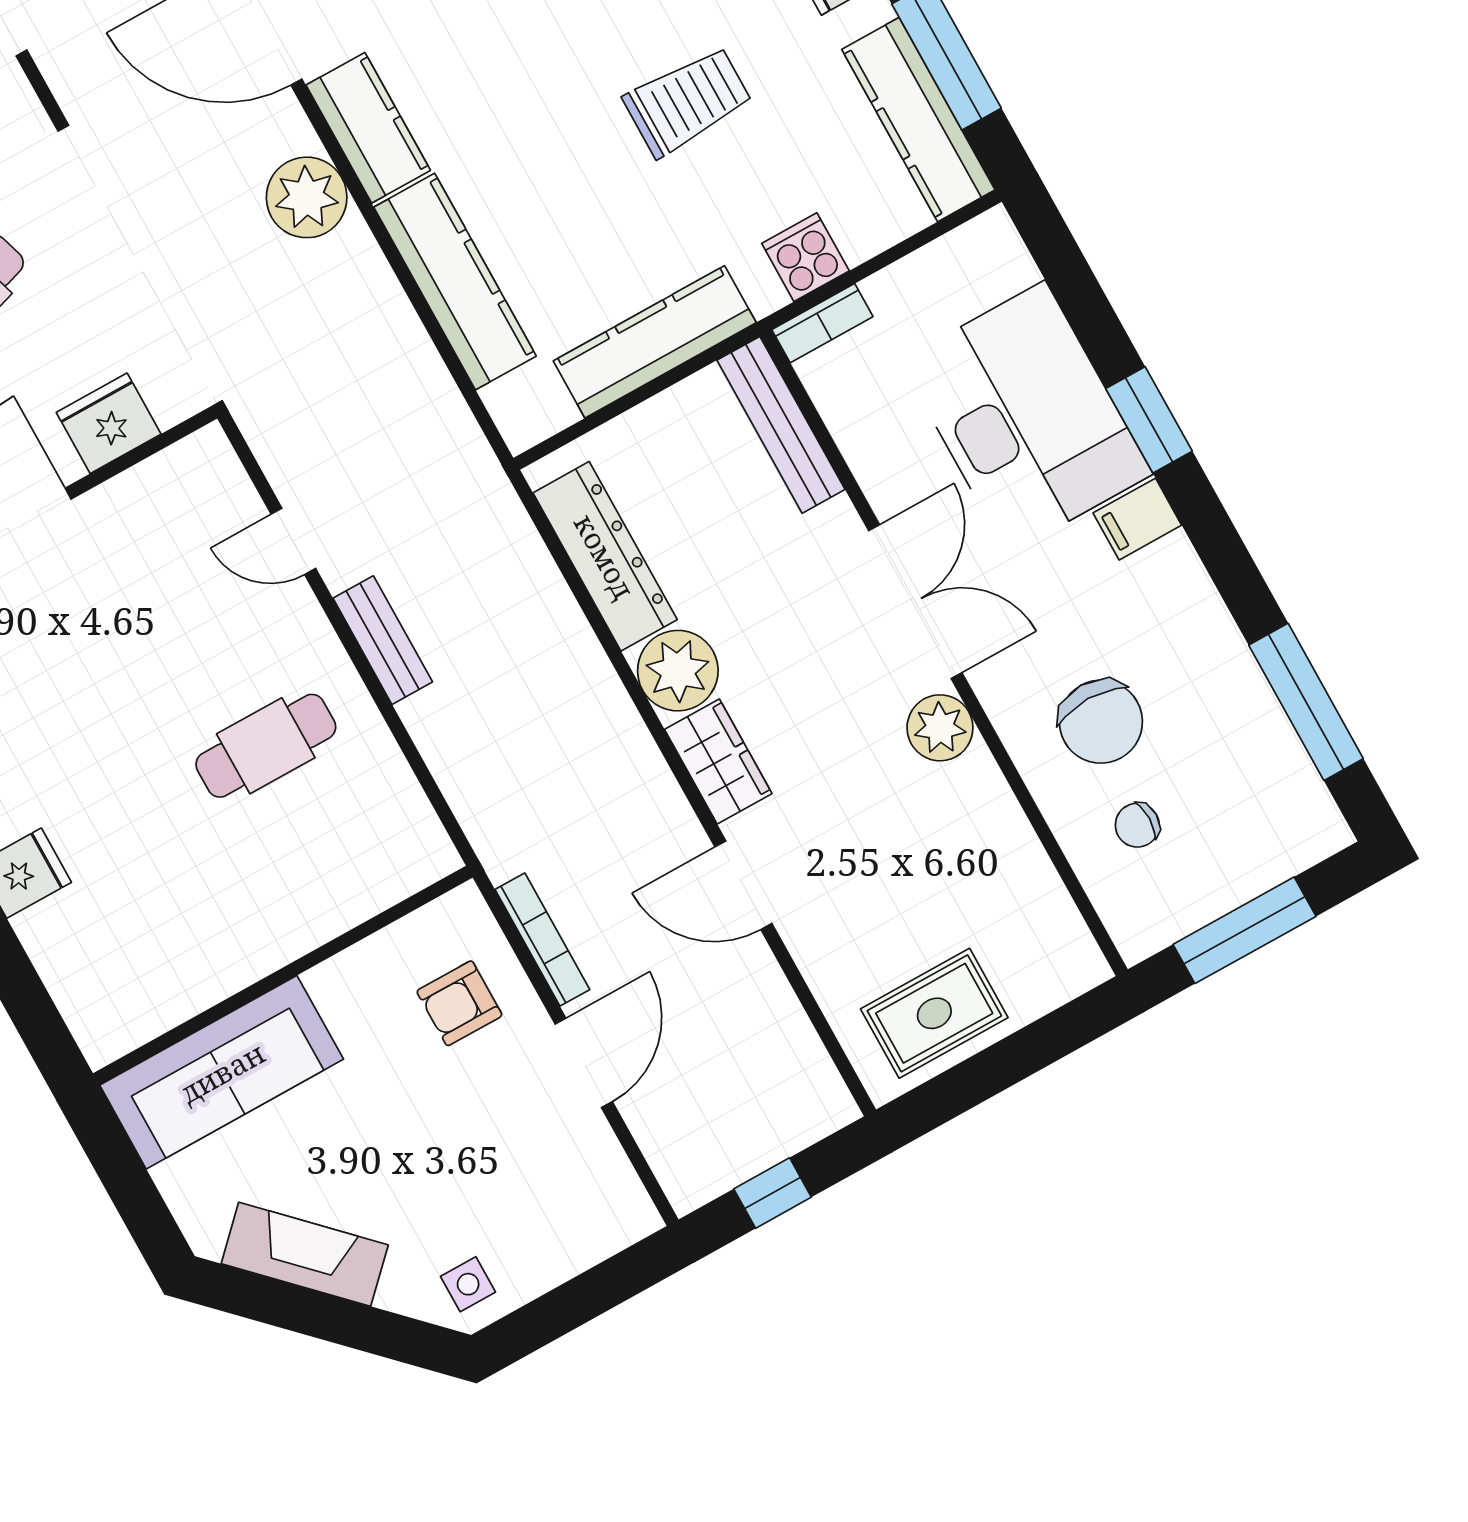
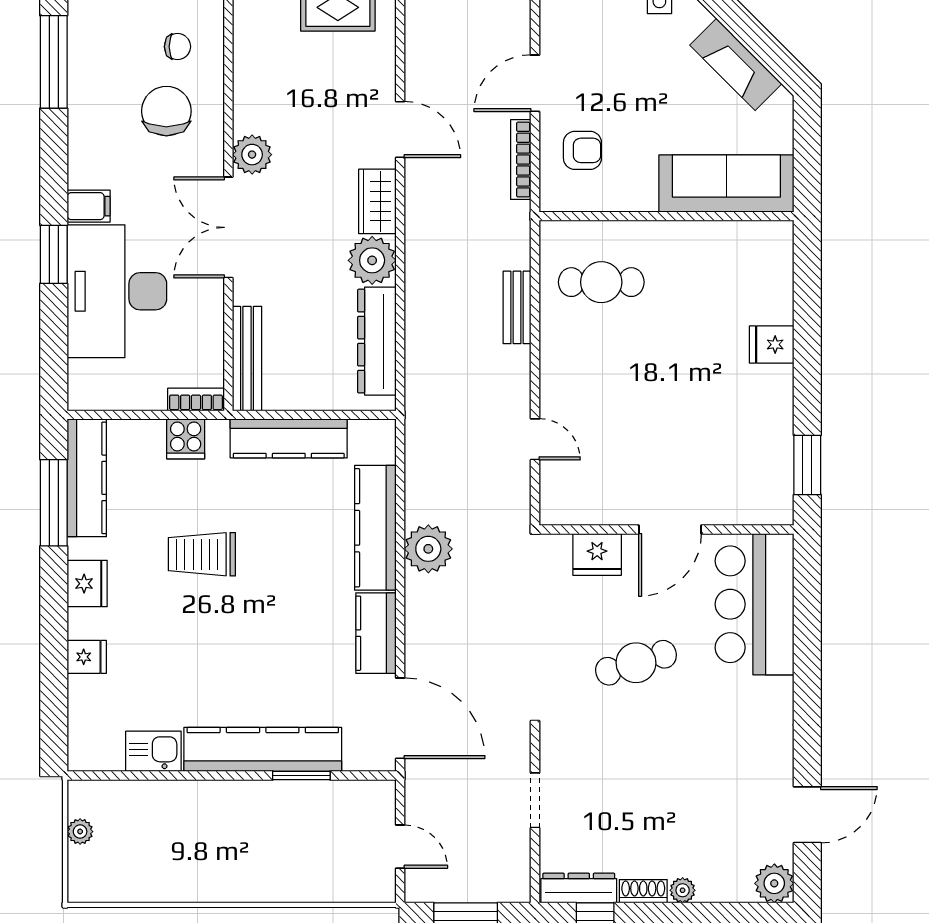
plant: (307, 197) -> (428, 549), moved
bench: (383, 640) -> (517, 307), moved
cafe table: (266, 746) -> (601, 282), moved

